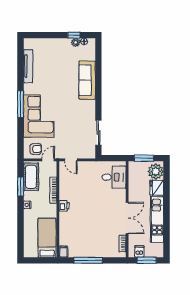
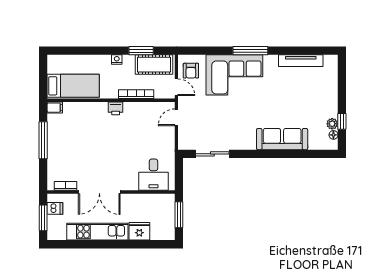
plant: (156, 172) -> (161, 230), removed

